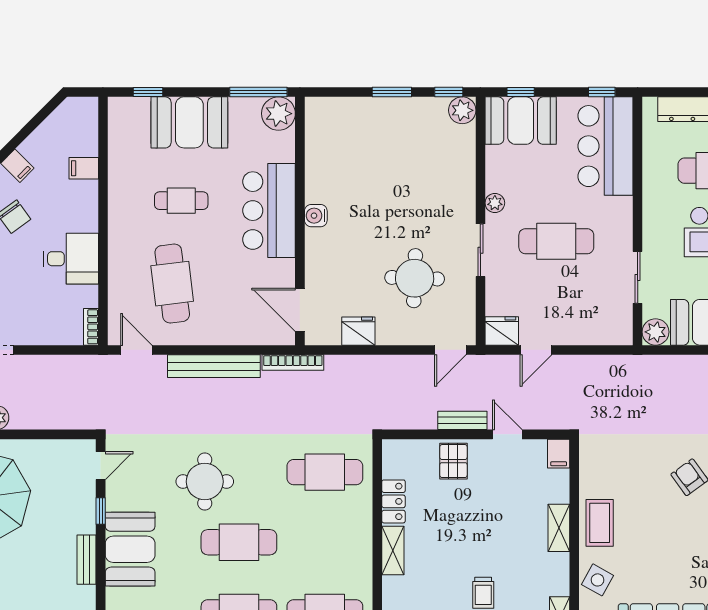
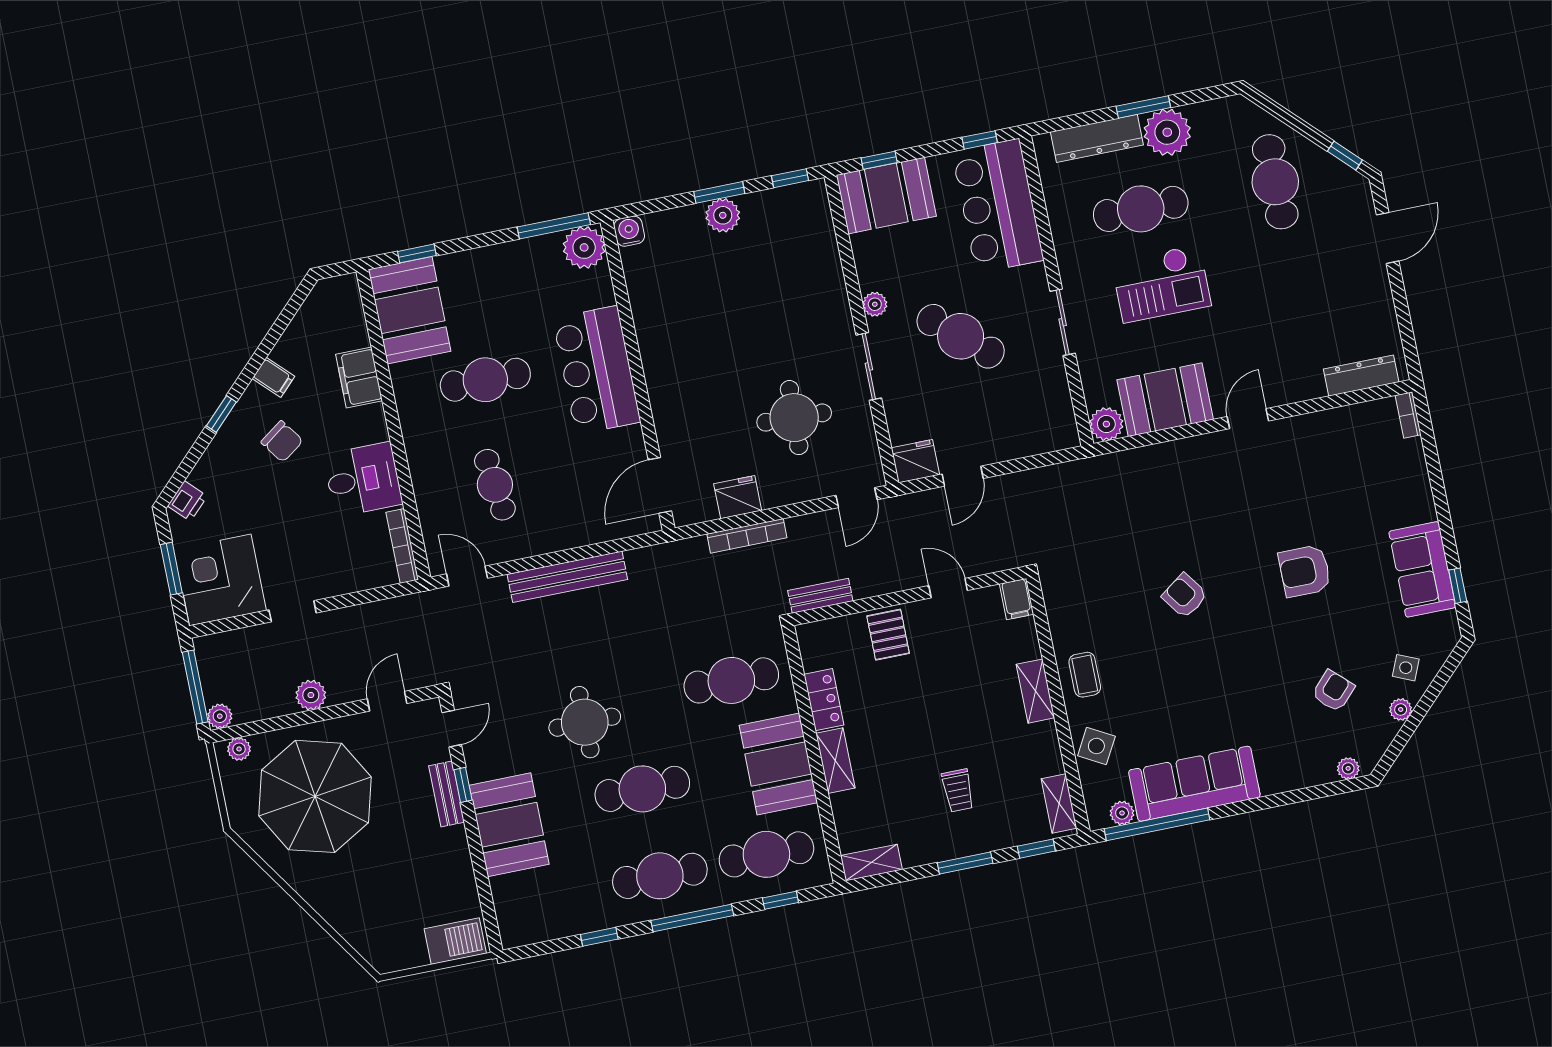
plant: (462, 110) -> (723, 215), moved
booth: (189, 122) -> (410, 310), moved, turned 90
filing cabinet: (84, 168) -> (359, 377), width x2.00
cafe table: (181, 201) -> (485, 380), width x1.37, depth x1.35
water cooler: (316, 216) -> (629, 231), moved, turned 90
cafe table: (556, 241) -> (961, 336), turned 41
sliding door: (638, 277) -> (1063, 322), moved
cafe table: (172, 284) -> (495, 485), width x0.73, depth x0.74
door: (300, 310) -> (660, 485), hinge flipped
bookcase: (91, 327) -> (402, 546), width x1.56
bookcase: (293, 363) -> (747, 536), moved
bench: (462, 420) -> (820, 596), moved
door: (55, 434) -> (387, 701), added
coffee table: (600, 523) -> (1085, 675), width x0.73, depth x0.77
booth: (348, 544) -> (778, 764), added
bench: (86, 560) -> (447, 794), moved

